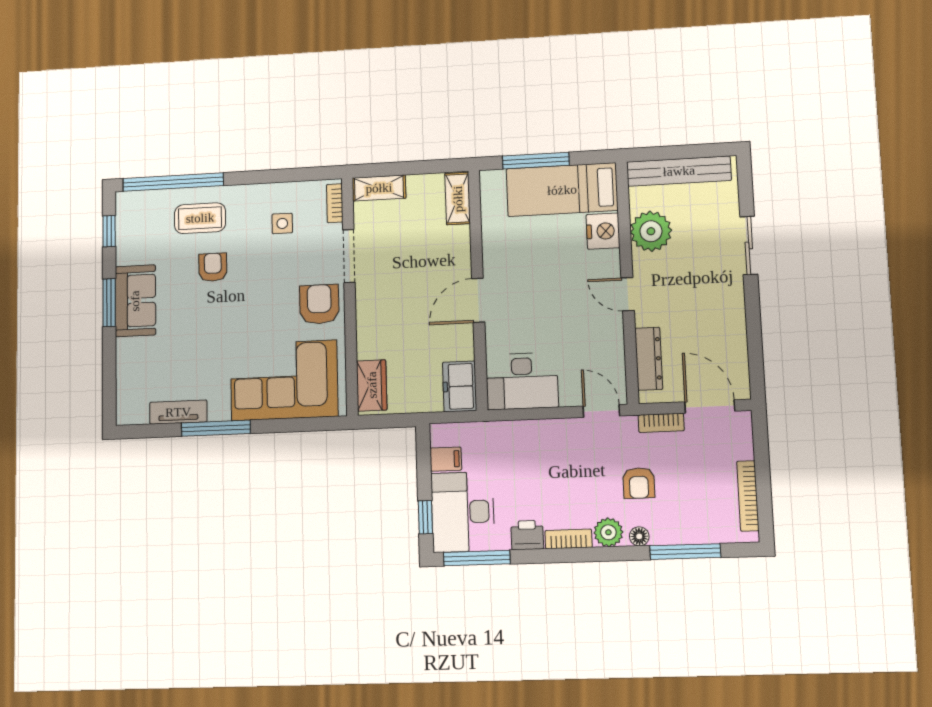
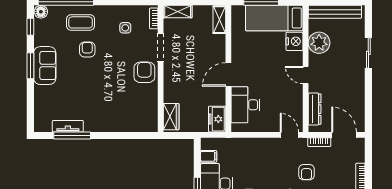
floor lamp: (128, 203) -> (41, 12), added
corner sofa: (284, 380) -> (125, 112), removed
desk: (522, 381) -> (245, 105), moved, turned 90
window: (216, 428) -> (72, 136), moved

